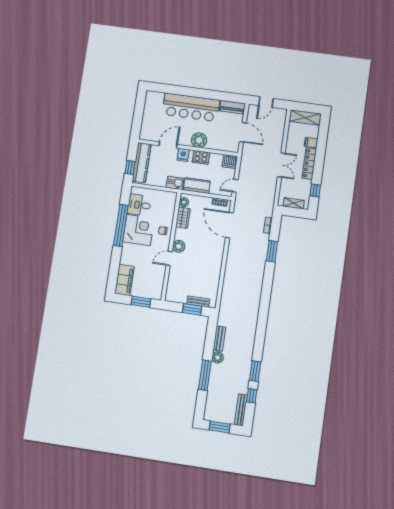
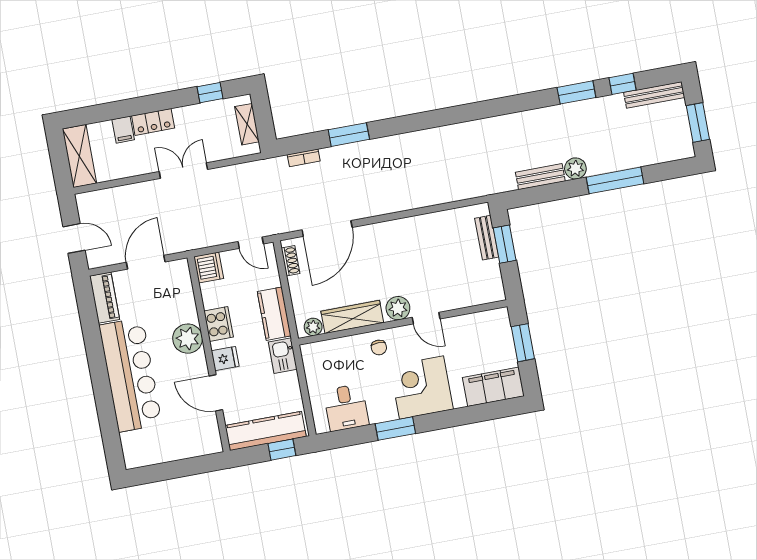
locker: (309, 164) -> (153, 122), width x0.66
wardrobe: (183, 218) -> (352, 317), width x1.50
window: (121, 225) -> (395, 429), width x0.47
corner desk: (139, 230) -> (422, 387), moved

